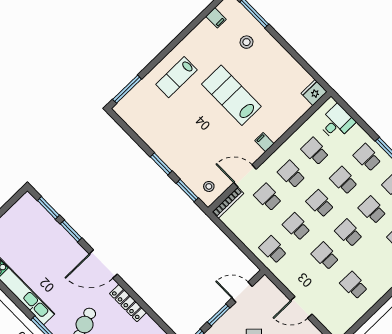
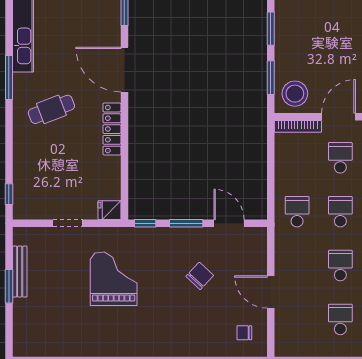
door: (245, 176) -> (339, 117), hinge flipped
stool: (209, 186) -> (295, 94), width x1.89, depth x1.89

